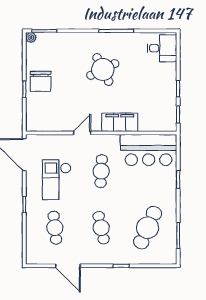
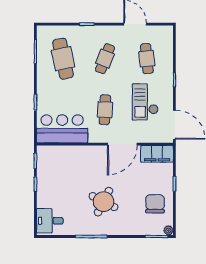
round table: (103, 69) -> (103, 202), turned -37
chair: (41, 81) -> (155, 204), moved
filing cabinet: (120, 122) -> (157, 154), moved
door: (82, 133) -> (122, 144), width x1.87
checkout: (57, 180) -> (145, 102), turned 180
cafe table: (101, 228) -> (105, 59), turned 33
cafe table: (148, 228) -> (63, 59), turned -36

